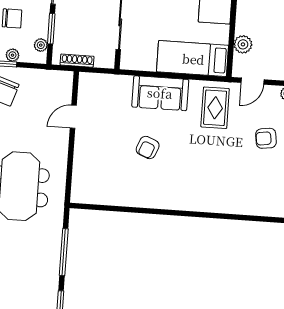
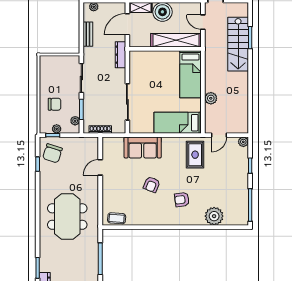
plant: (243, 44) -> (211, 98), moved
sofa: (160, 93) -> (143, 147), moved
armchair: (266, 138) -> (182, 200), moved
coffee table: (92, 194) -> (117, 218), added
plant: (237, 201) -> (214, 216), added

